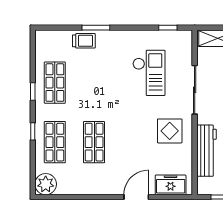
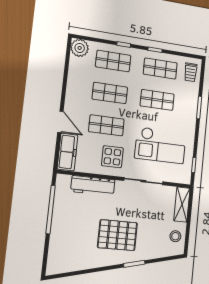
trolley: (84, 41) -> (191, 72), moved
checkout: (149, 73) -> (160, 145), width x1.36, depth x1.21
shop shelf: (94, 83) -> (157, 100), added
shop shelf: (133, 142) -> (106, 125), added
freezer: (171, 185) -> (68, 152), width x1.40

